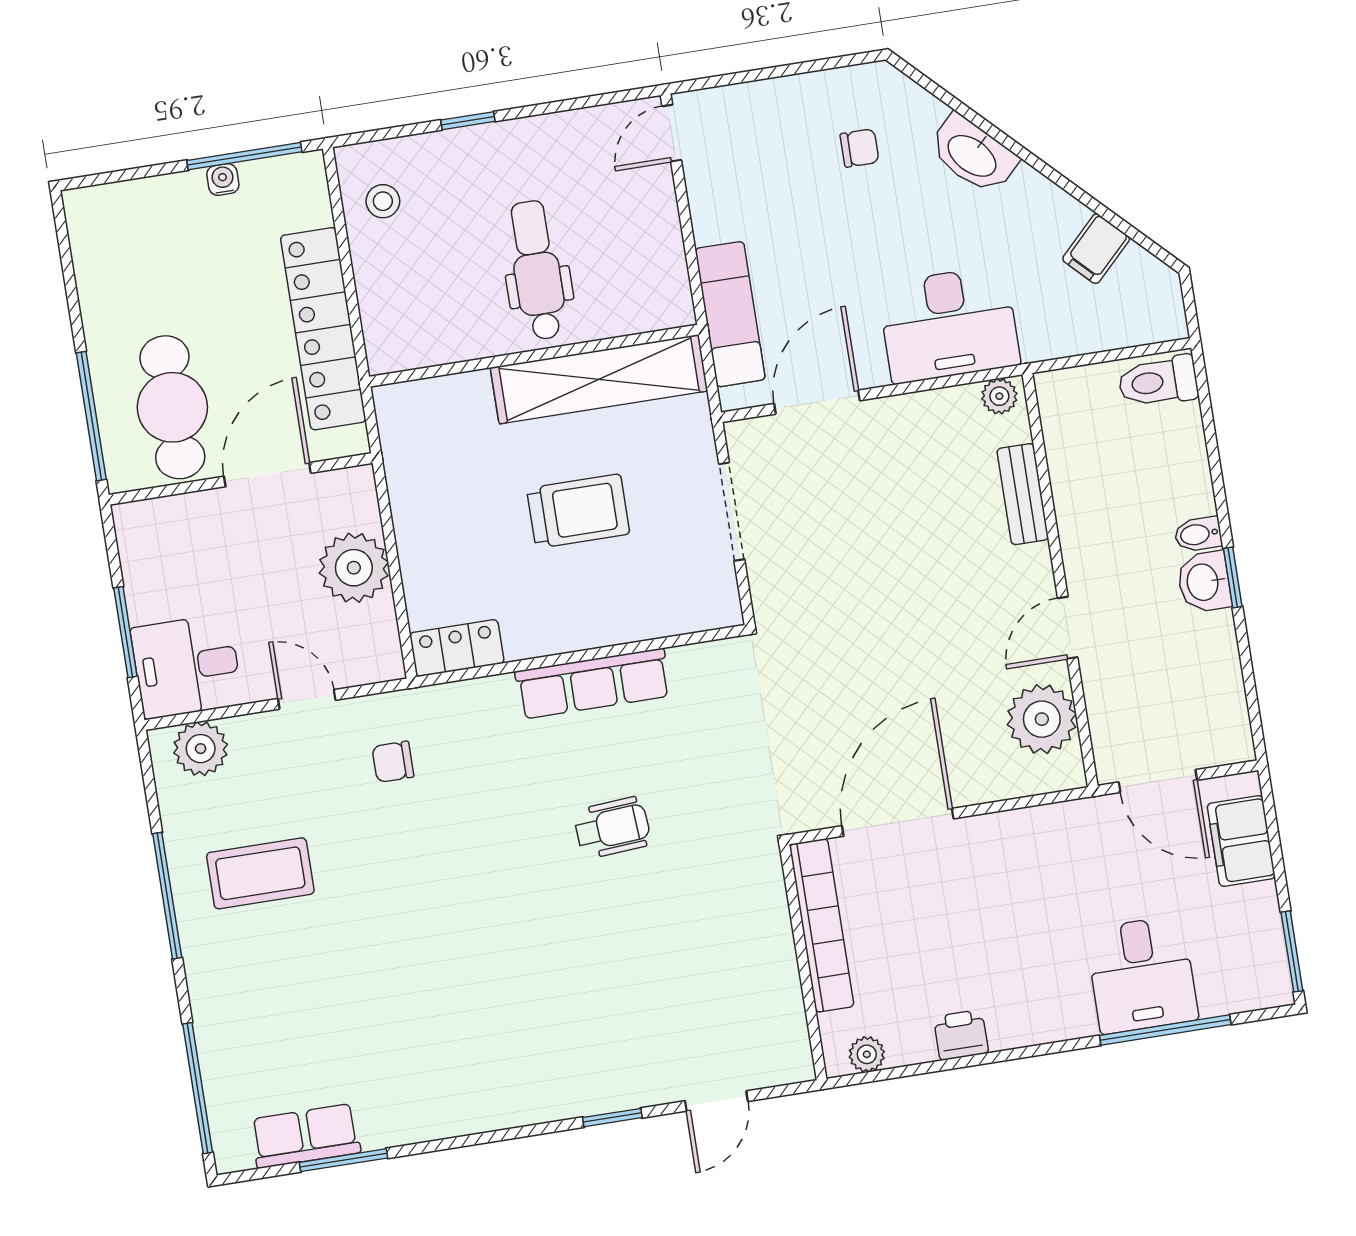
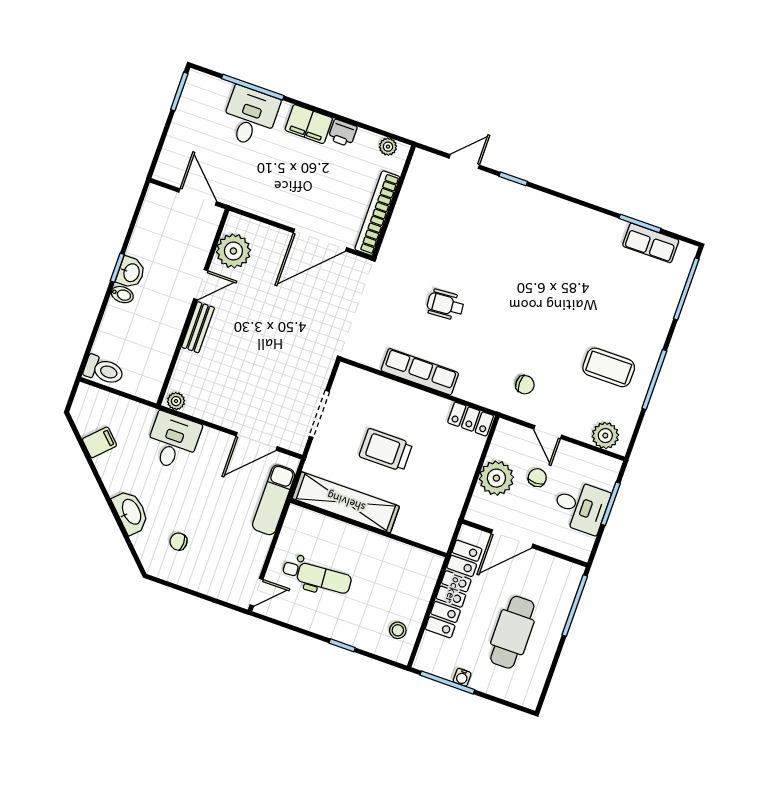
dental chair: (537, 270) -> (317, 576), moved, turned -94
desk: (949, 324) -> (173, 441), width x0.73
cafe table: (172, 407) -> (512, 632), moved
bench: (1023, 494) -> (198, 327), moved
chair: (281, 608) -> (537, 478), added
desk: (187, 666) -> (581, 507), moved
filing cabinet: (1241, 841) -> (309, 124), moved, turned 90

